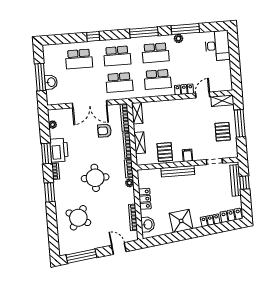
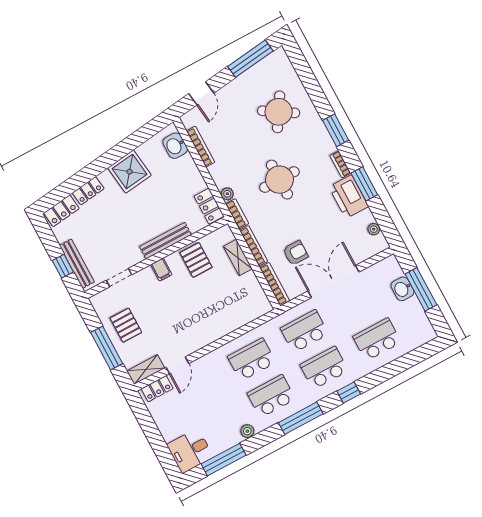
window: (185, 29) -> (224, 460), moved
window: (93, 36) -> (349, 392), moved
desk: (217, 46) -> (190, 451), width x0.73
locker: (184, 89) -> (157, 389), moved
shelving: (137, 113) -> (260, 298), removed
locker: (145, 199) -> (209, 206), moved
door: (119, 248) -> (201, 93), hinge flipped

